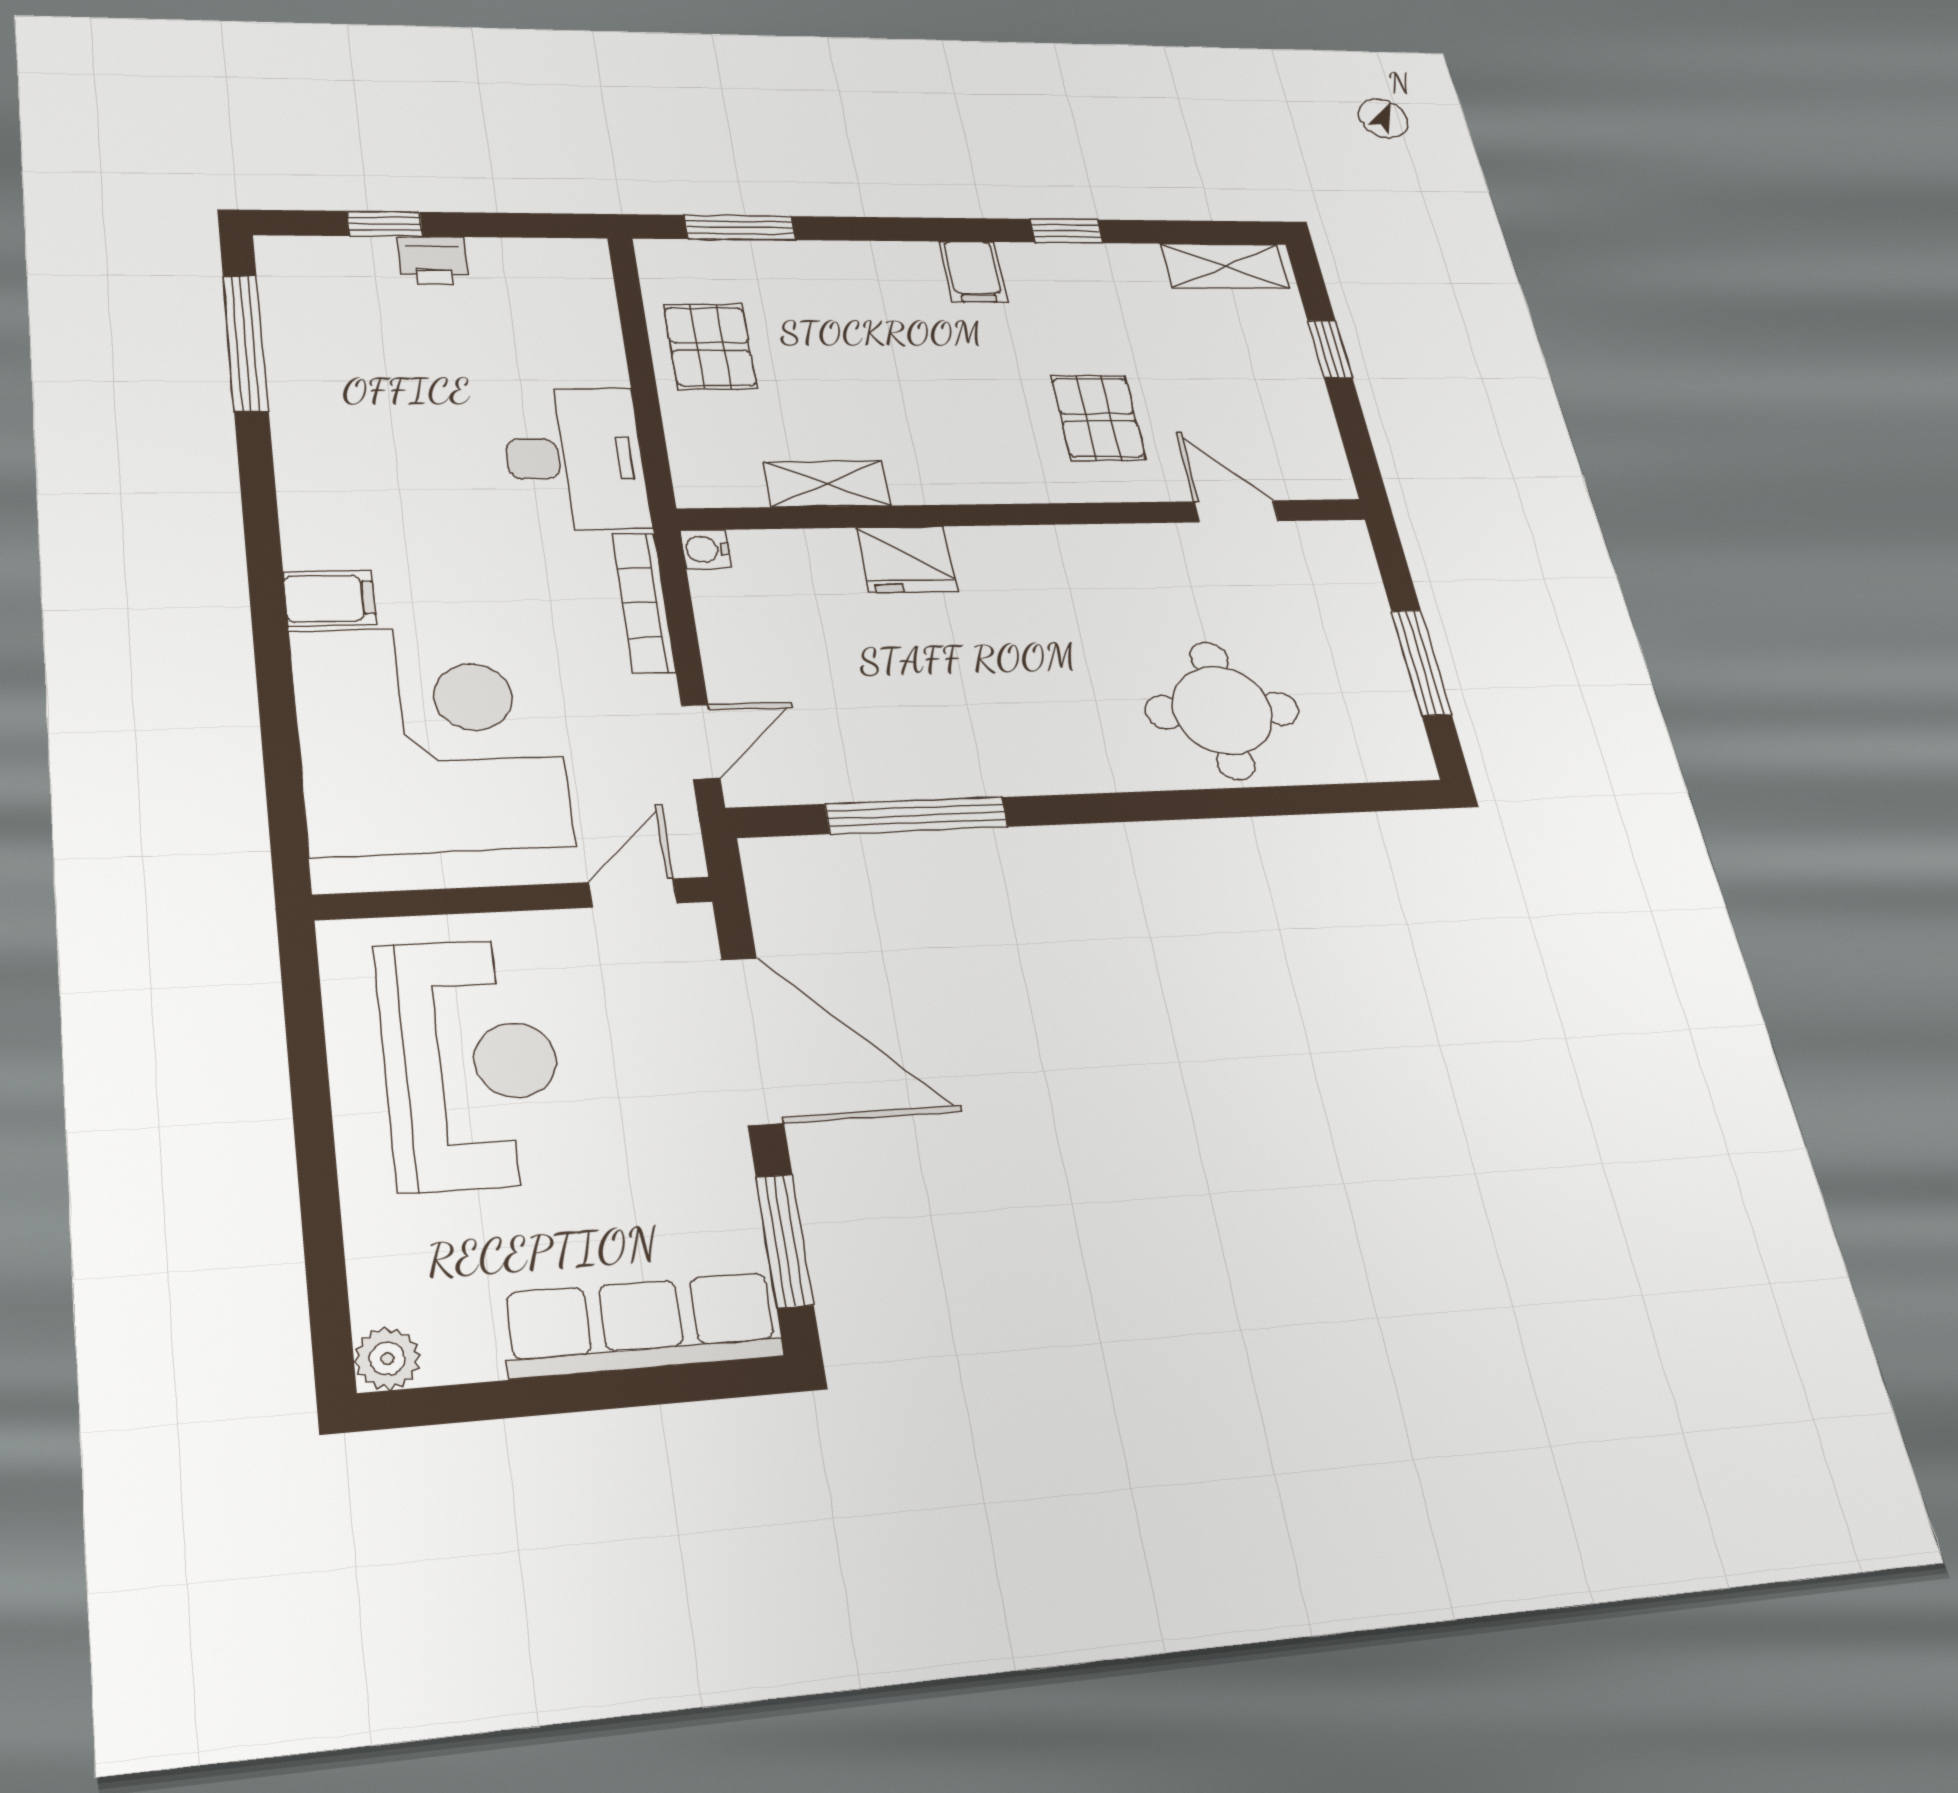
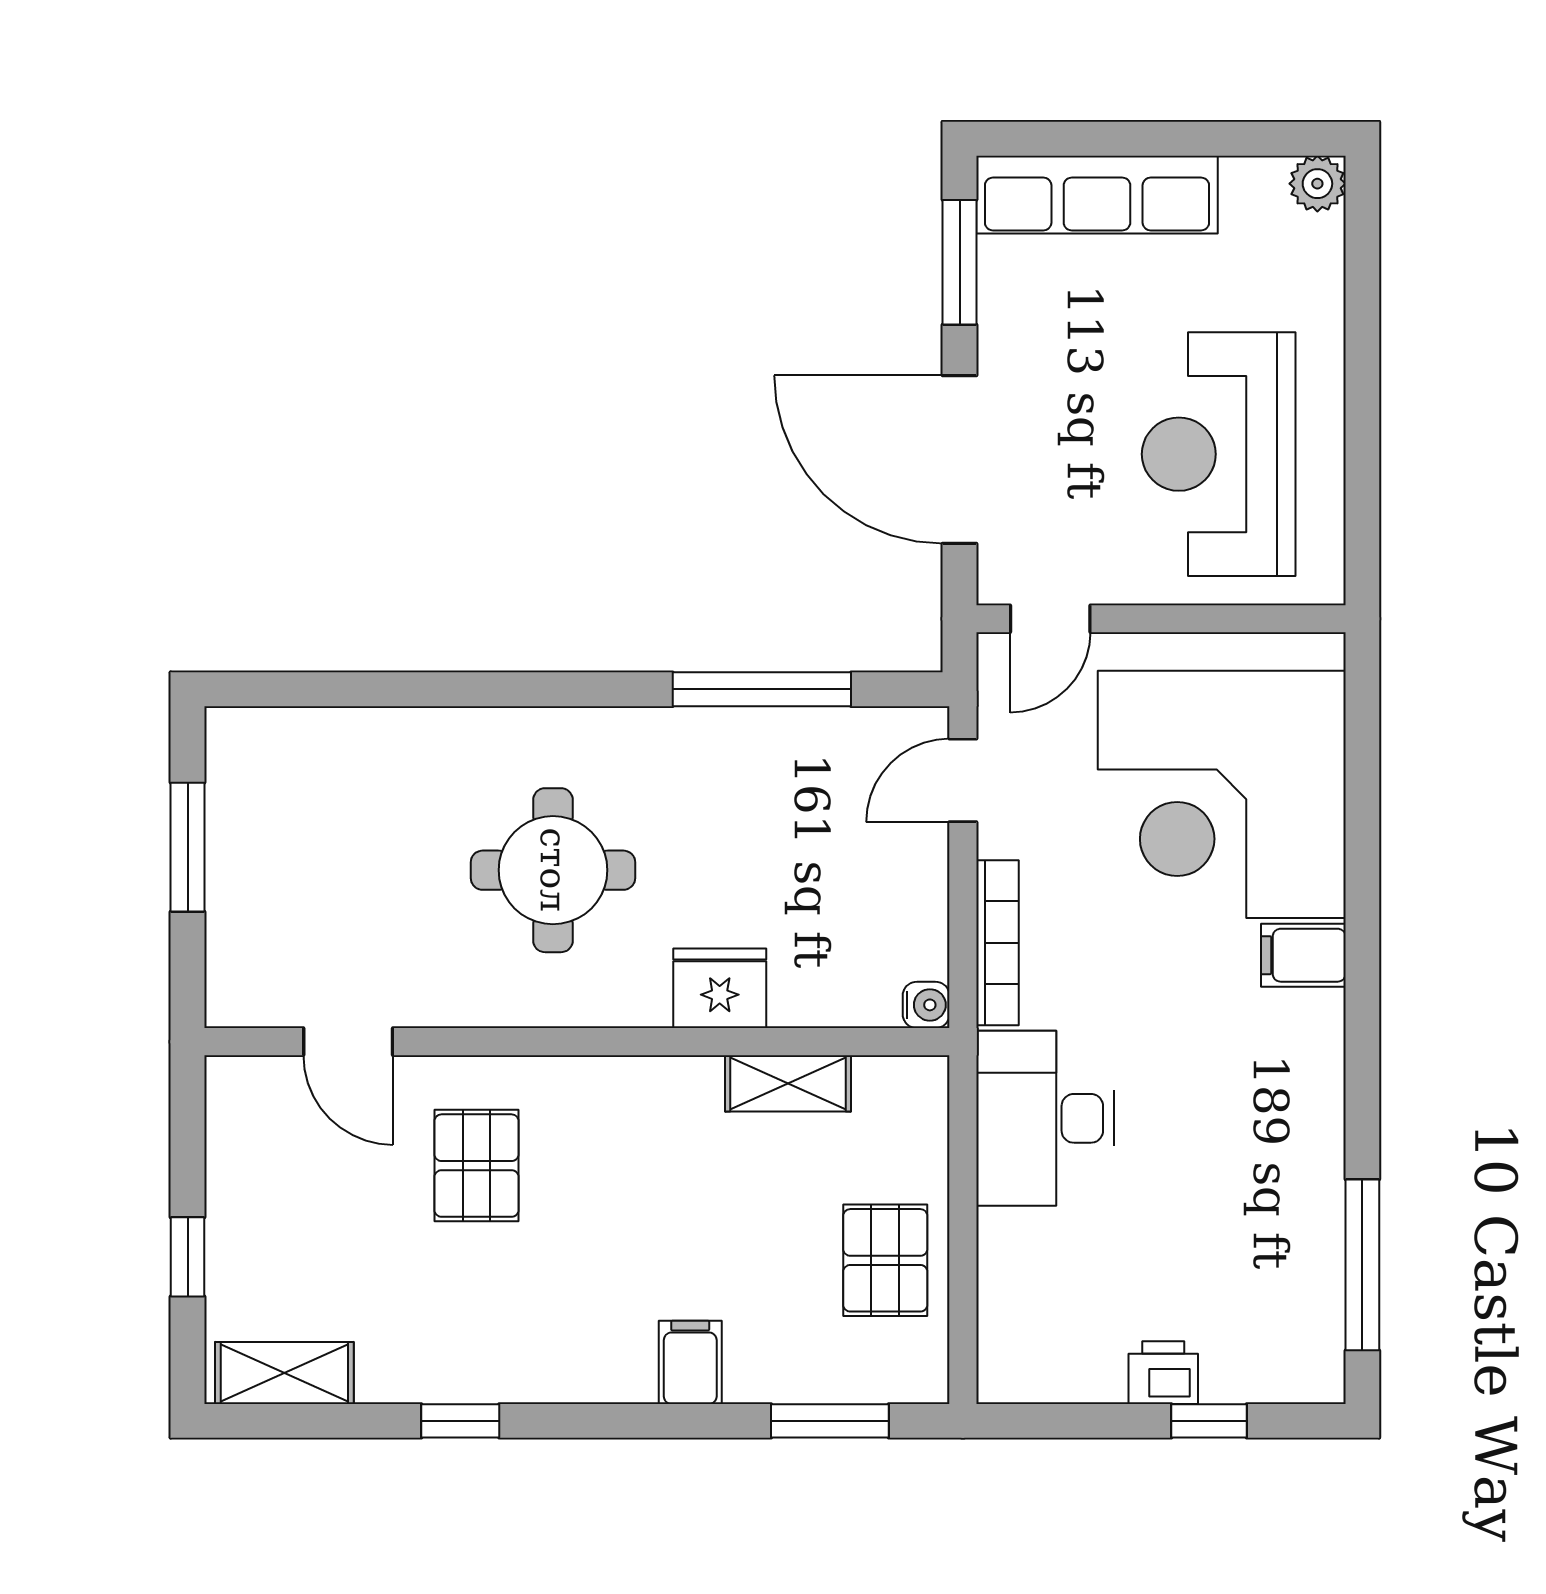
filing cabinet: (973, 272) -> (690, 1362), moved
round table: (1222, 710) -> (553, 870), moved

